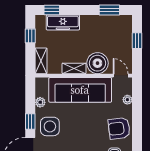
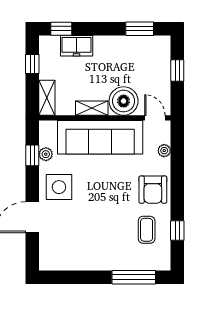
freezer: (63, 22) -> (77, 46), width x0.71
window: (30, 121) -> (32, 155), moved
armchair: (119, 128) -> (153, 190), turned -83

